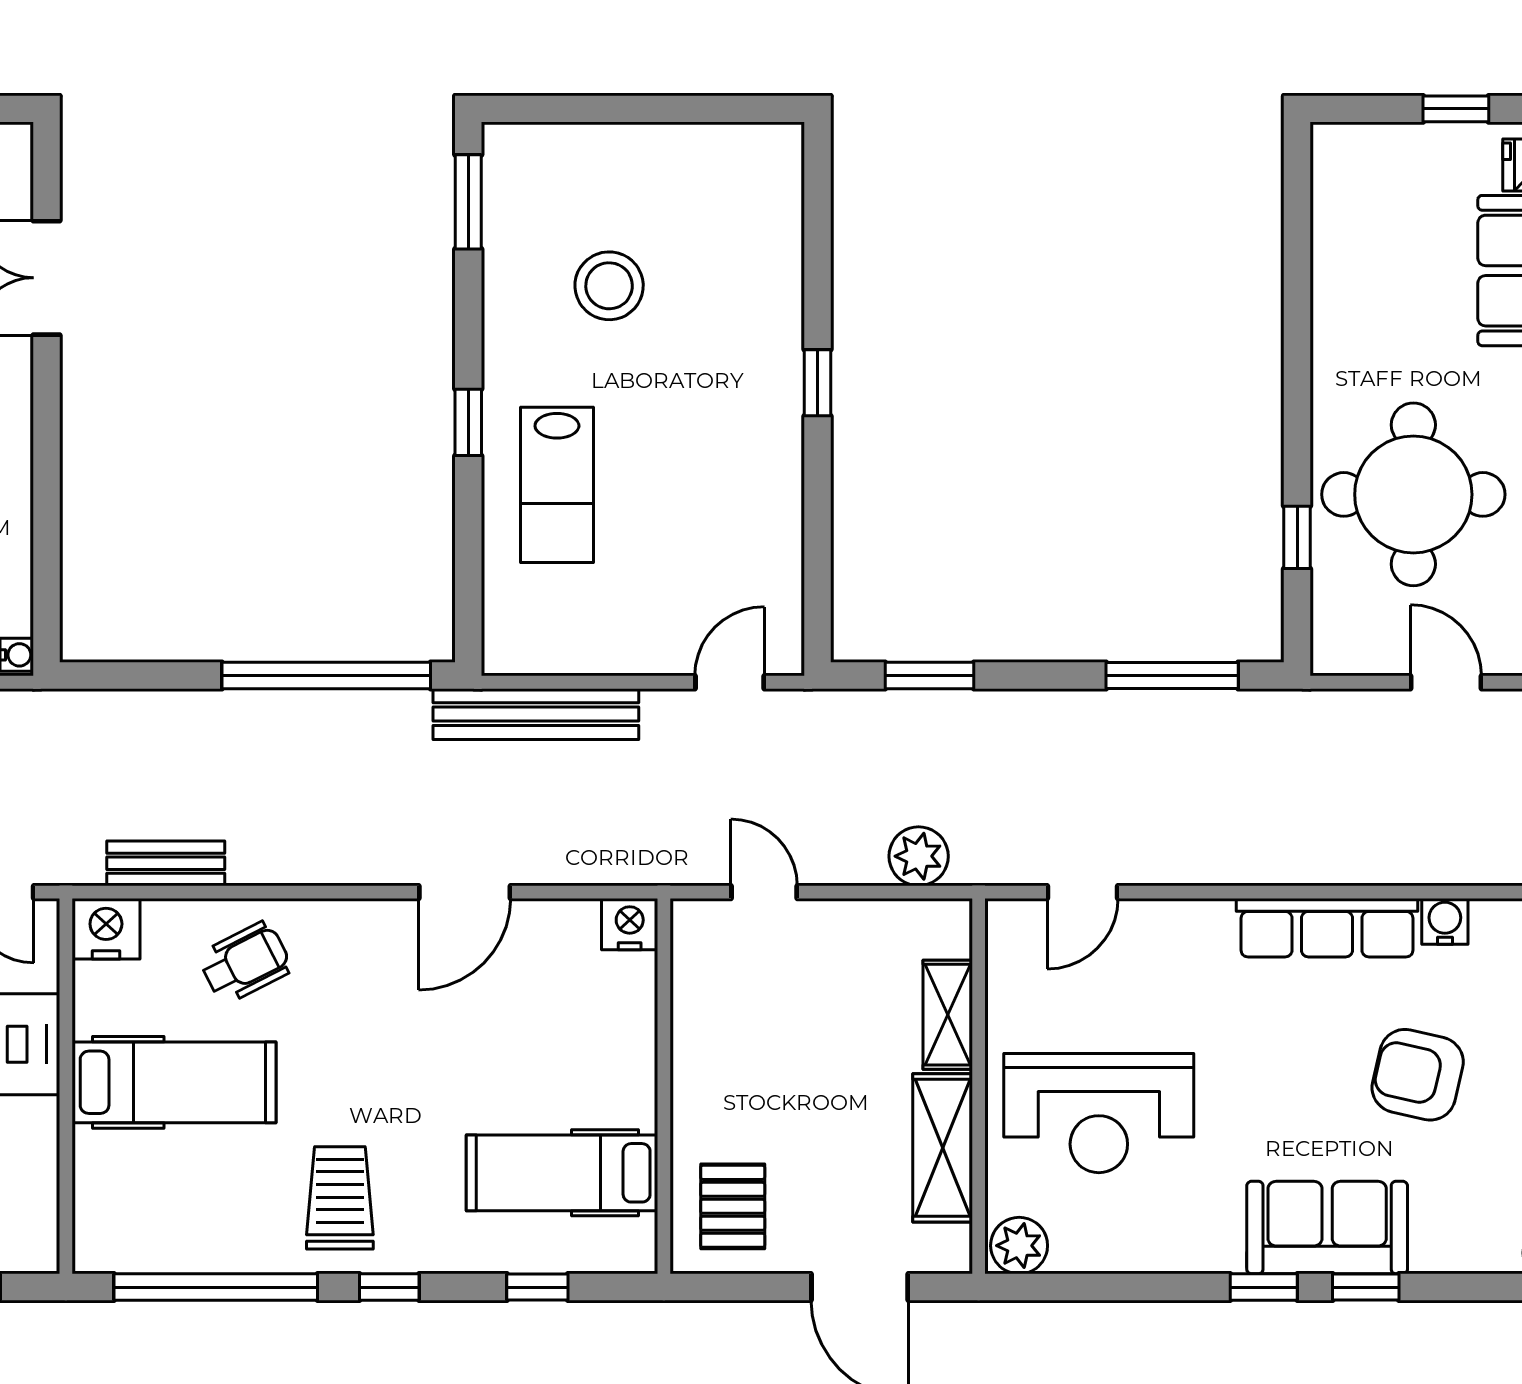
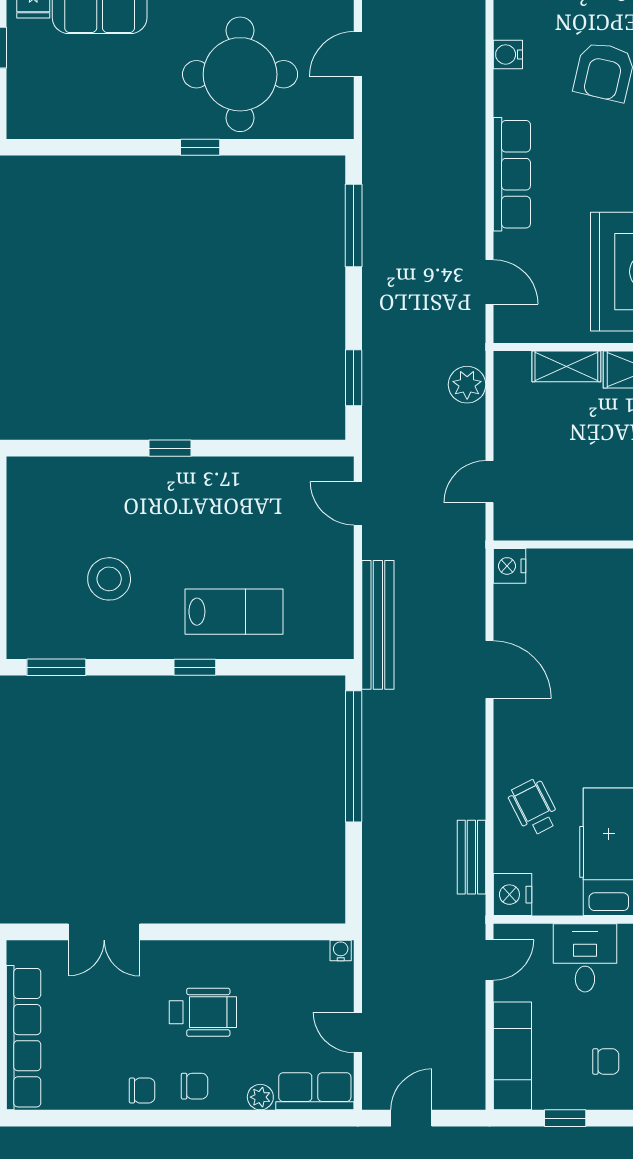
window: (1297, 537) -> (200, 147), moved
row of seats: (1327, 928) -> (512, 174), moved

